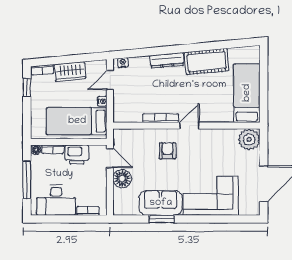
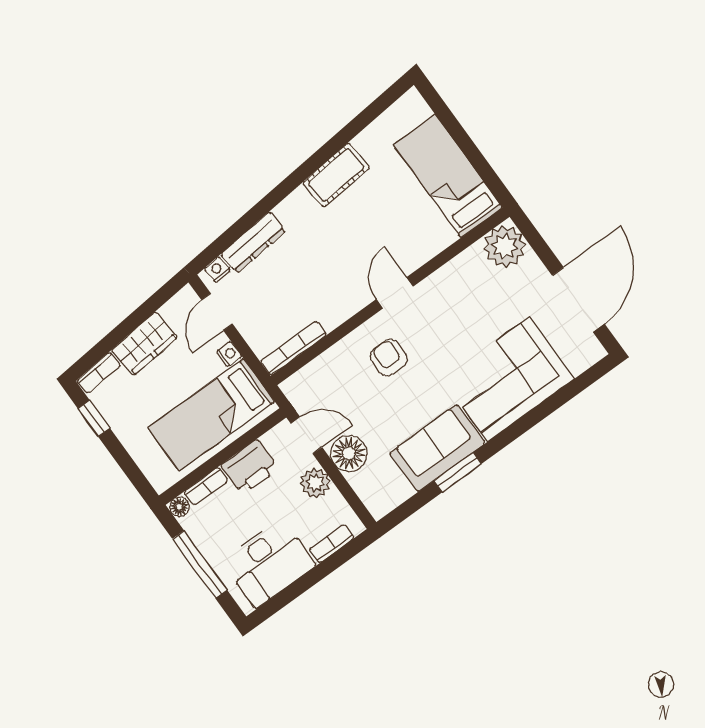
dresser: (167, 60) -> (253, 243), moved
cot: (207, 62) -> (336, 175), width x0.73, depth x0.75
bookcase: (161, 118) -> (293, 348), moved
plant: (99, 181) -> (315, 483), added

